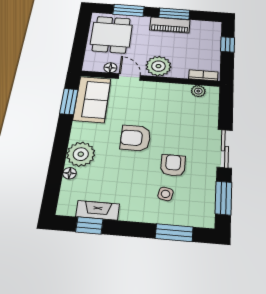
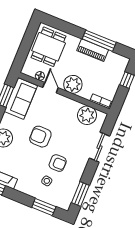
window: (129, 10) -> (67, 28), removed
window: (174, 14) -> (99, 41), width x1.44
plant: (198, 91) -> (87, 115), width x1.88, depth x1.88
sliding door: (225, 149) -> (100, 147), moved
armchair: (173, 165) -> (58, 163), turned 90

